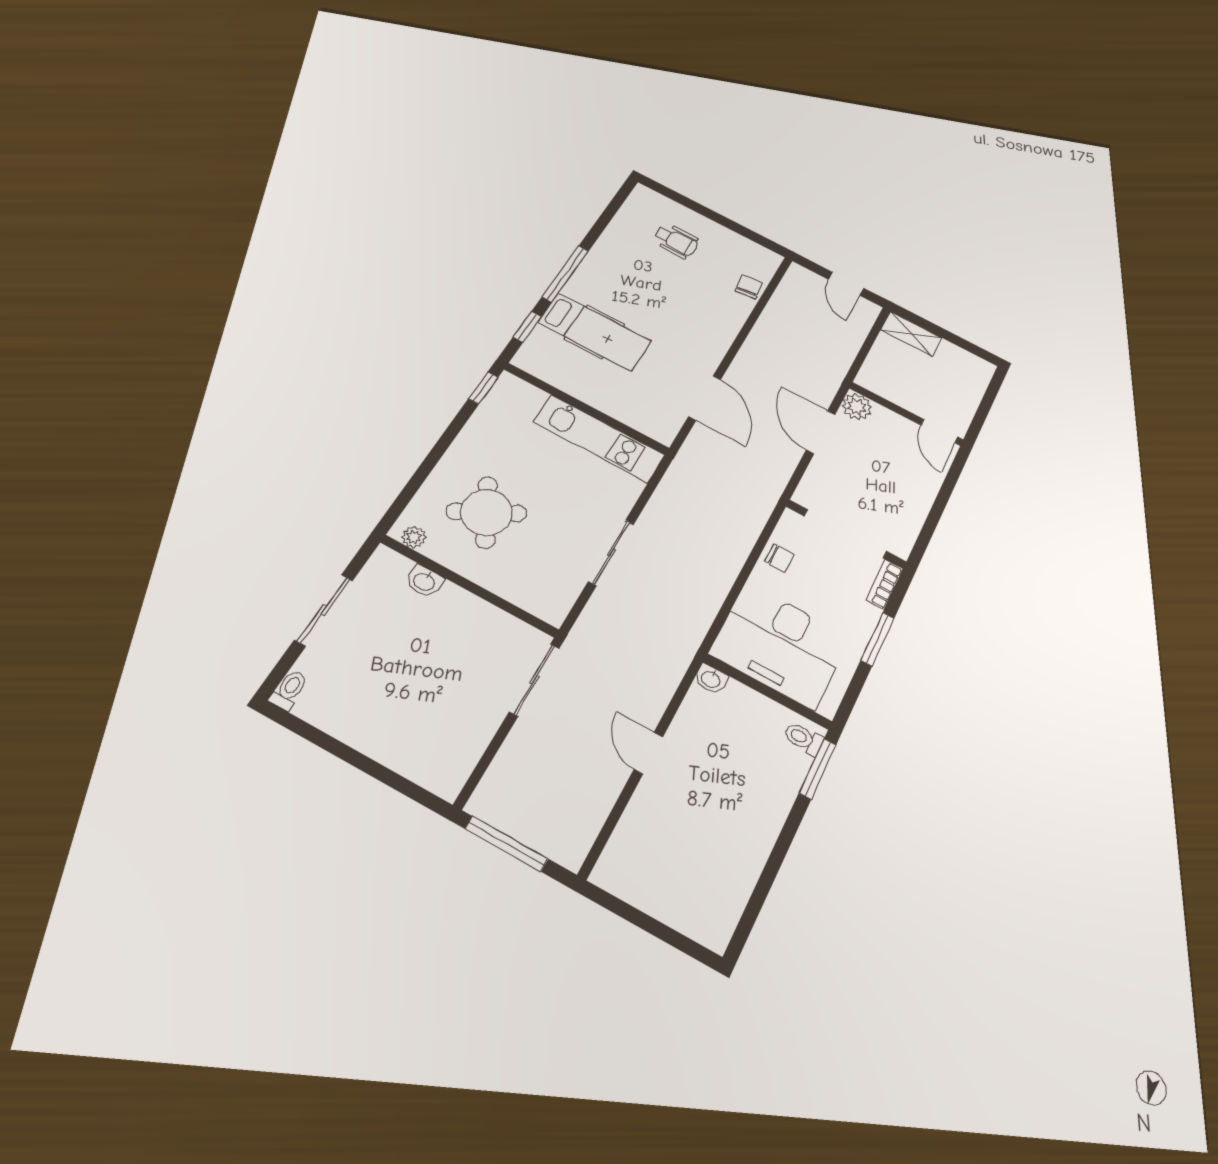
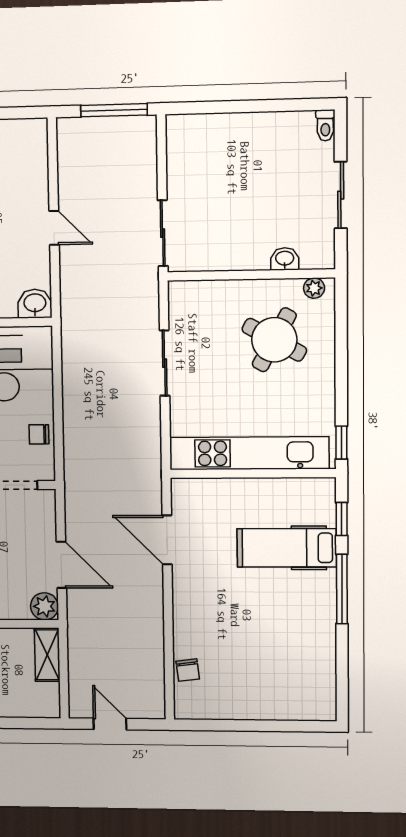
wheelchair: (676, 241) -> (272, 680), removed
shelving: (911, 334) -> (47, 655), moved, turned 90
kitchen unit: (599, 438) -> (249, 453), width x1.36
round table: (487, 512) -> (274, 340), turned -32
washbasin: (711, 679) -> (35, 304), width x1.38, depth x1.45

